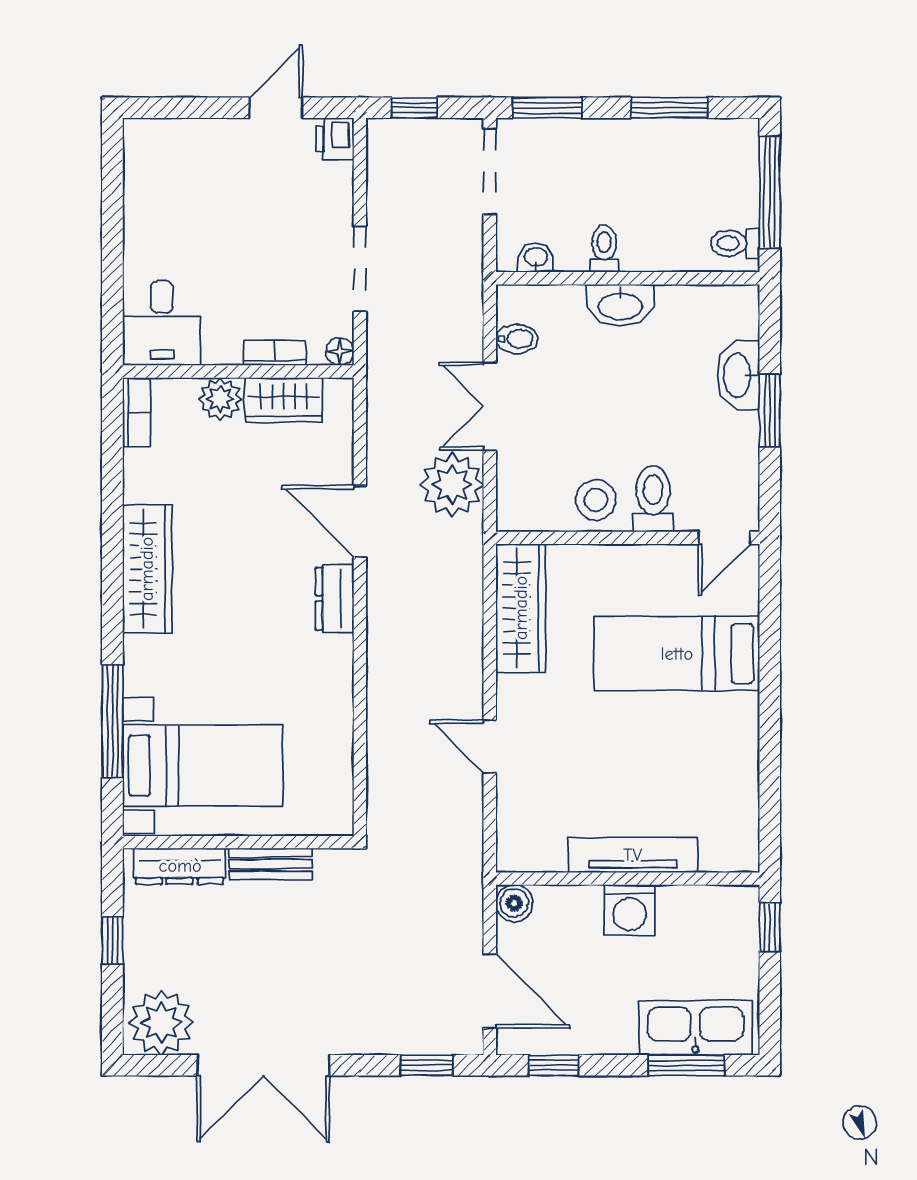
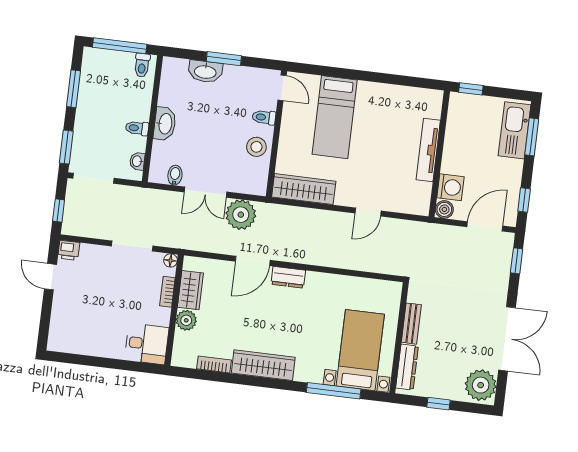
bookcase: (136, 412) -> (214, 364), moved
toilet: (653, 499) -> (264, 117), width x0.73, depth x0.72
washing machine: (630, 910) -> (450, 187), moved

